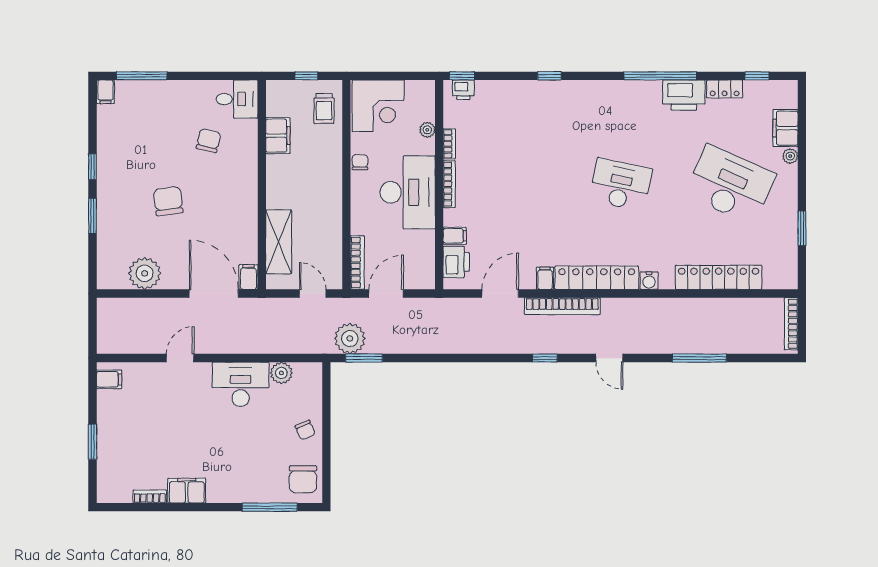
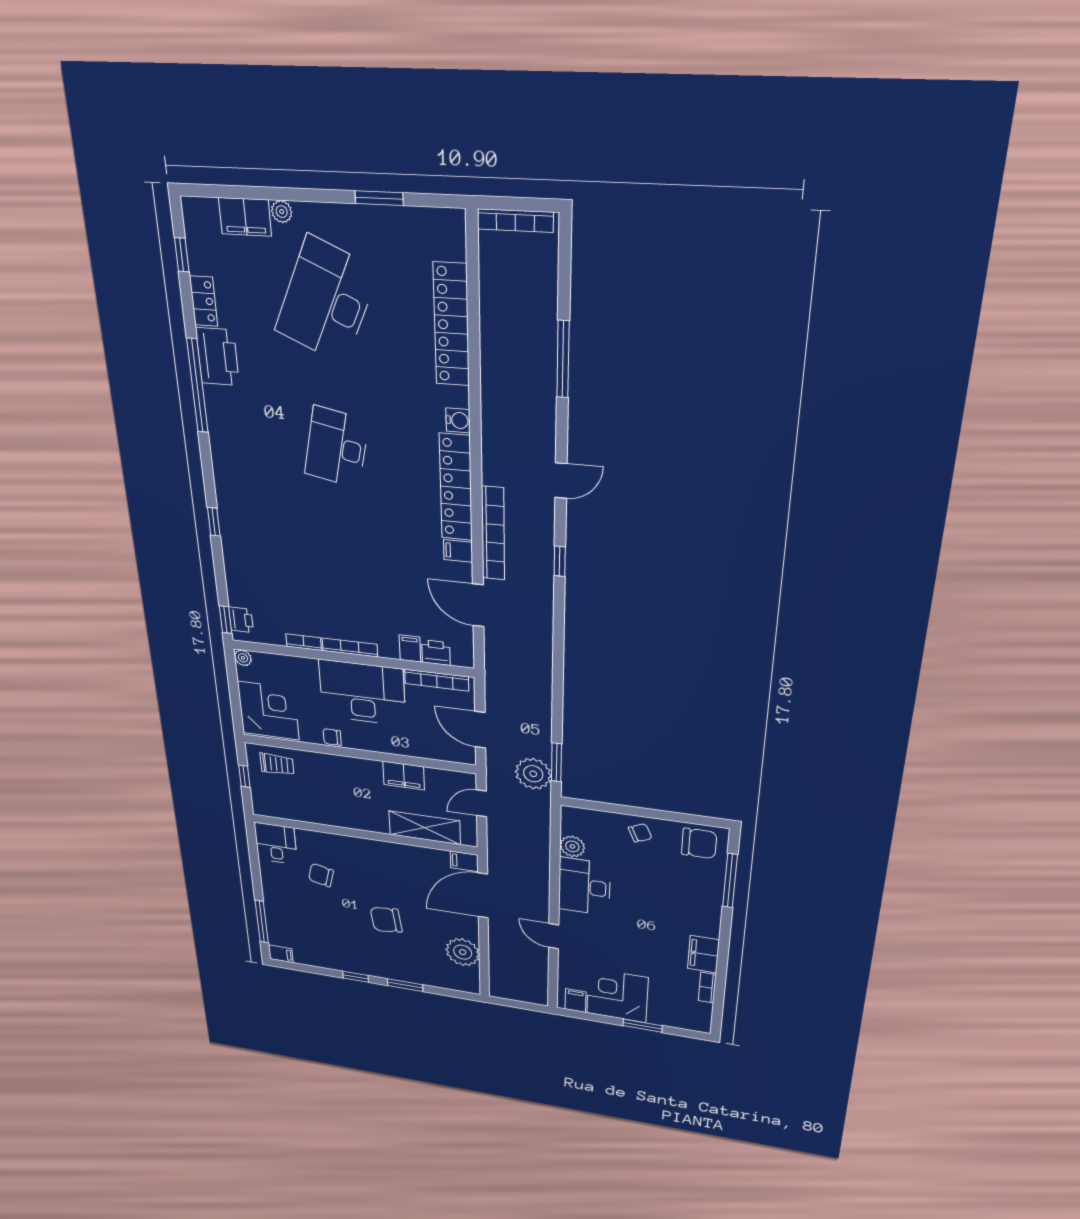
plant: (427, 130) -> (243, 658), moved
filing cabinet: (278, 136) -> (404, 776), moved, turned 180
printer: (456, 262) -> (436, 653), width x0.73, depth x0.81
bookcase: (357, 263) -> (437, 680), moved, turned 180
corner desk: (123, 417) -> (617, 995), added

